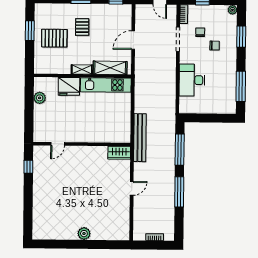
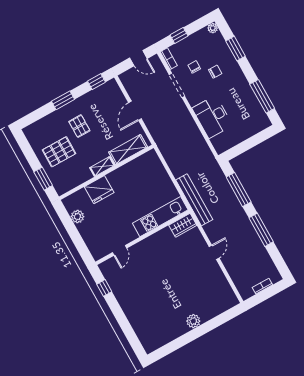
window: (30, 31) -> (43, 179), moved
kitchen unit: (106, 85) -> (160, 217), moved, turned 180

